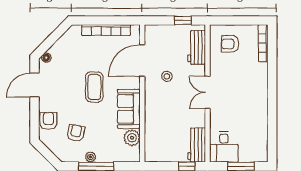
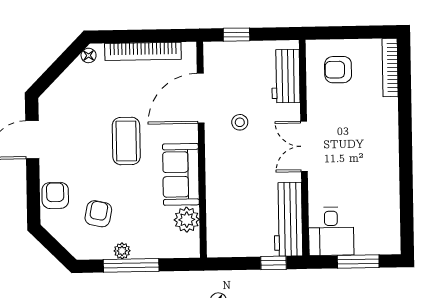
window: (183, 20) -> (236, 35), moved
floor lamp: (46, 58) -> (89, 55), moved
workbench: (197, 145) -> (288, 219), width x1.38

